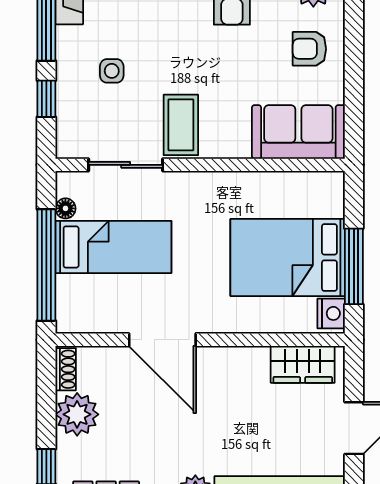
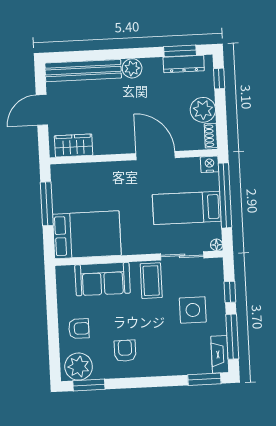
side table: (112, 71) -> (193, 310), width x1.87, depth x1.87
sofa: (298, 132) -> (103, 279), moved
floor lamp: (65, 208) -> (216, 245), moved
bed: (288, 257) -> (87, 235), moved
nightstand: (331, 313) -> (210, 164), moved, turned 90

